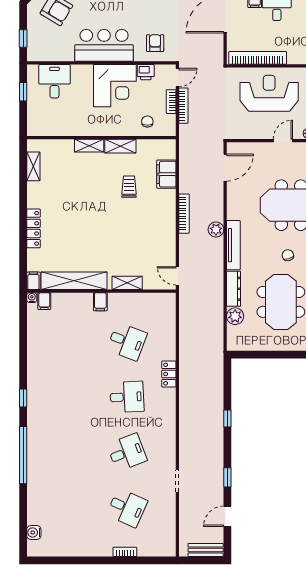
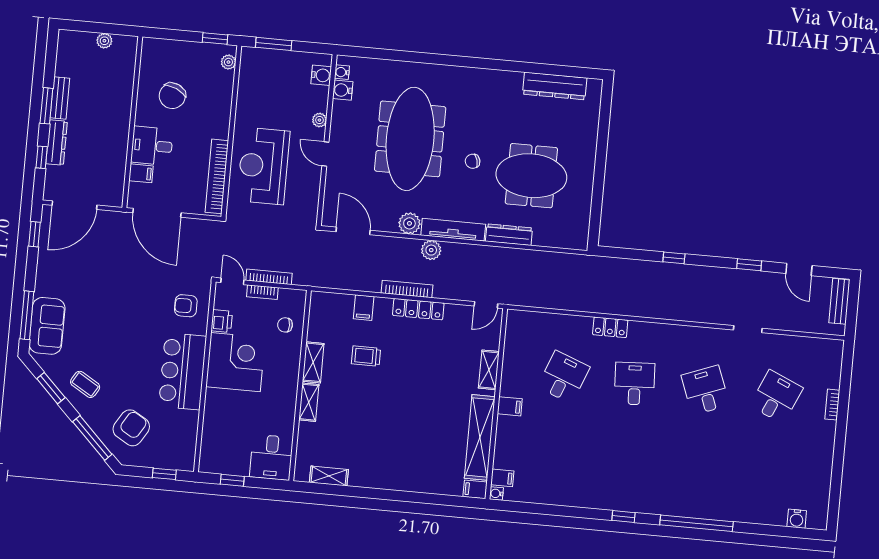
desk: (54, 81) -> (271, 457), moved, turned -90
filing cabinet: (166, 174) -> (364, 308), width x0.50
locker: (34, 228) -> (418, 309), moved, turned 180
plant: (235, 316) -> (409, 223), moved

